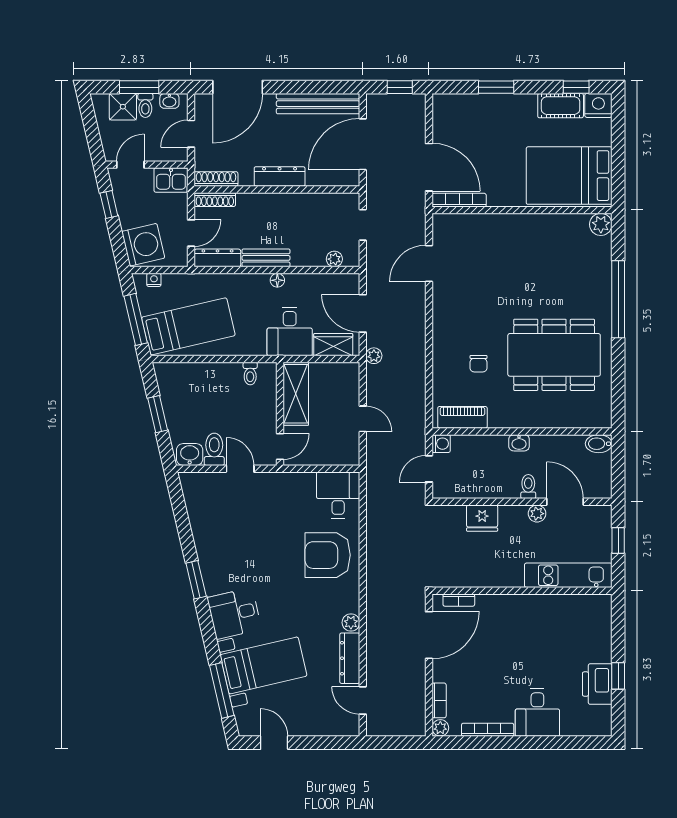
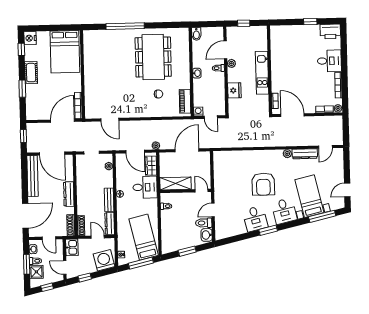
door: (238, 87) -> (25, 216), hinge flipped
cot: (561, 106) -> (31, 73), moved
window: (91, 128) -> (47, 287), added
plant: (601, 224) -> (89, 36), removed
door: (363, 313) -> (135, 152), hinge flipped
door: (363, 419) -> (187, 150), width x1.87
desk: (338, 495) -> (255, 219), moved, turned -103
armchair: (328, 555) -> (263, 184), moved
kitchen unit: (568, 575) -> (262, 73), moved
printer: (597, 684) -> (330, 31), moved

